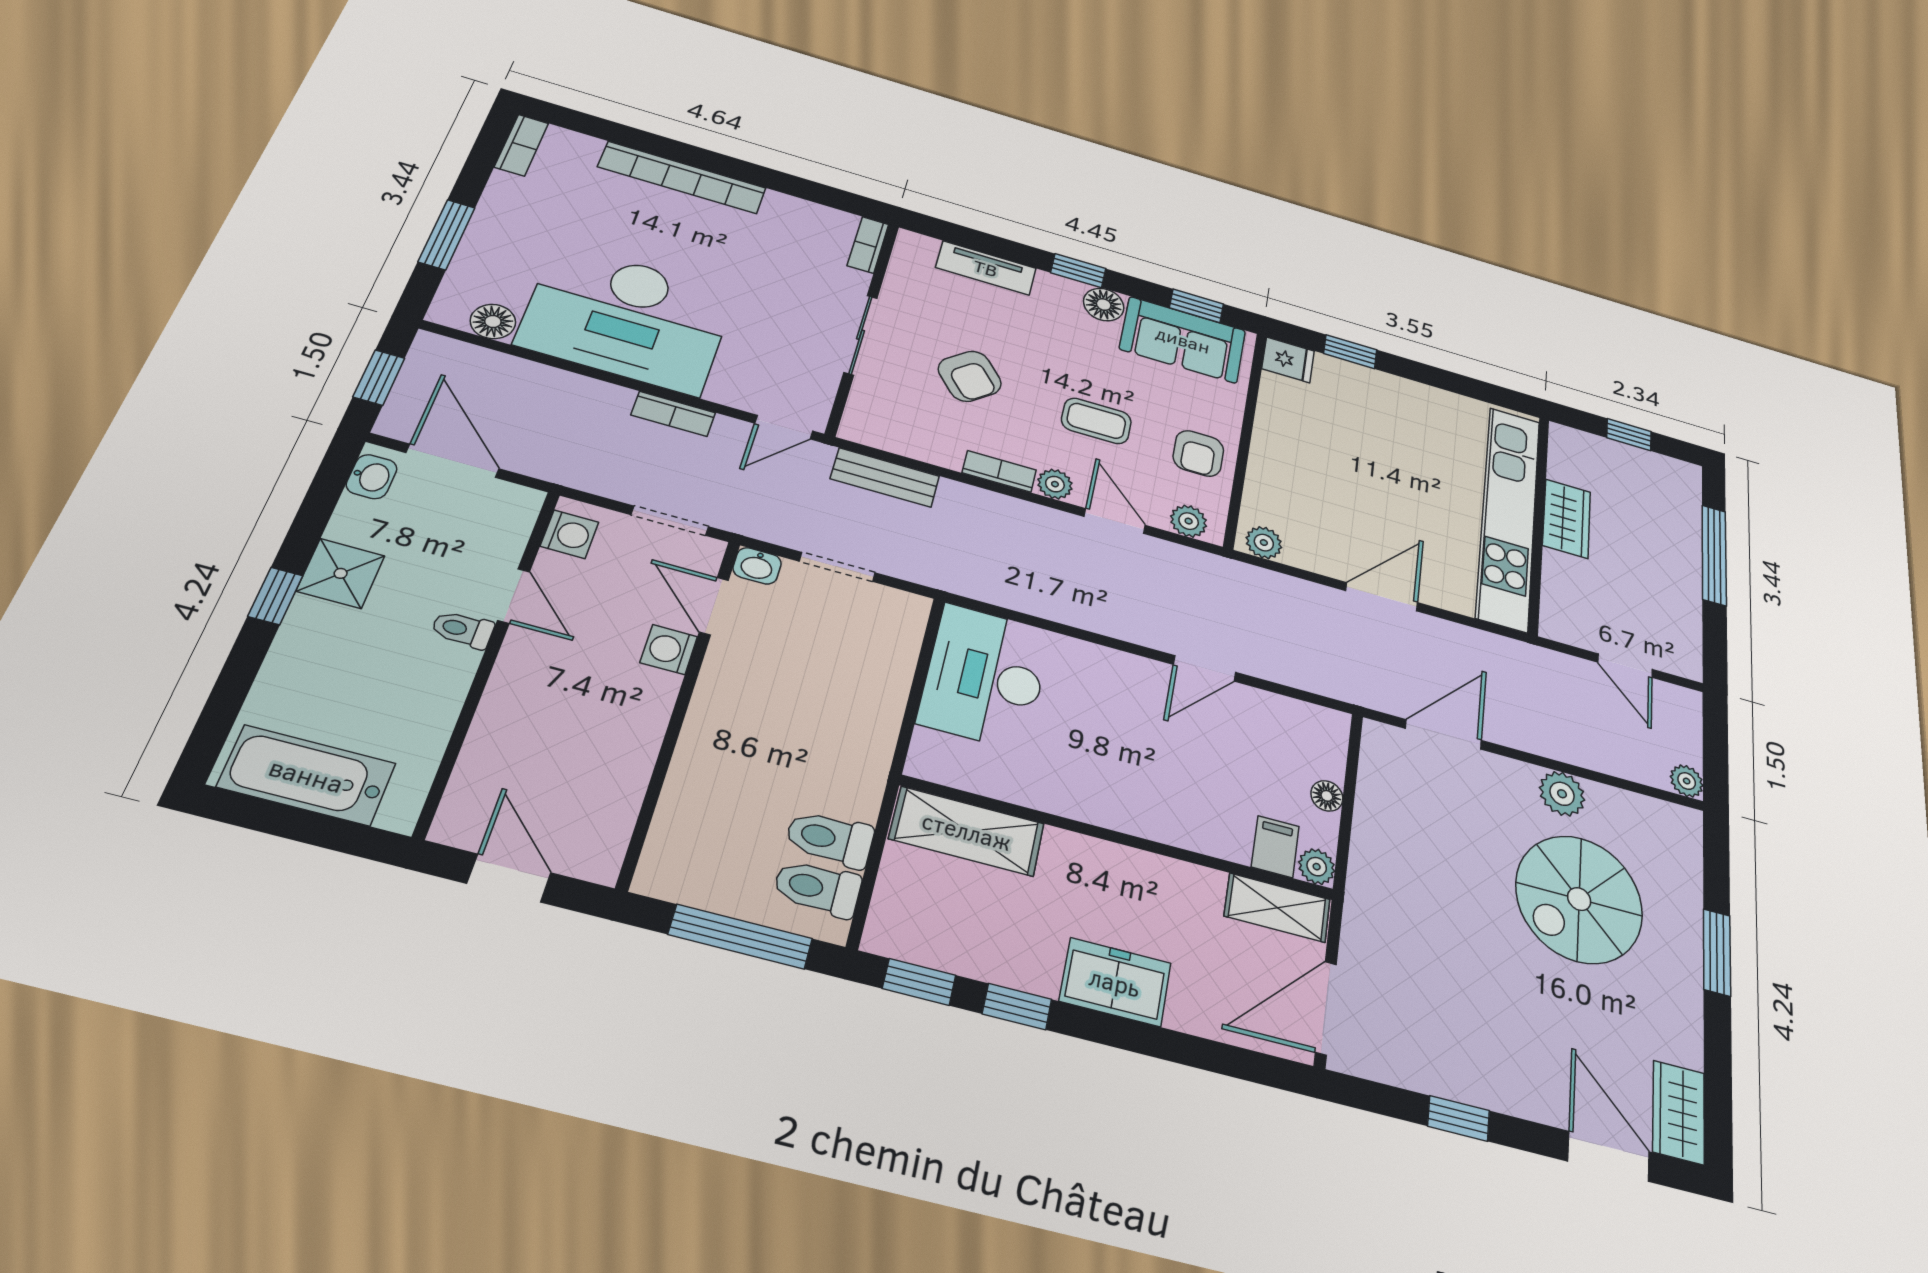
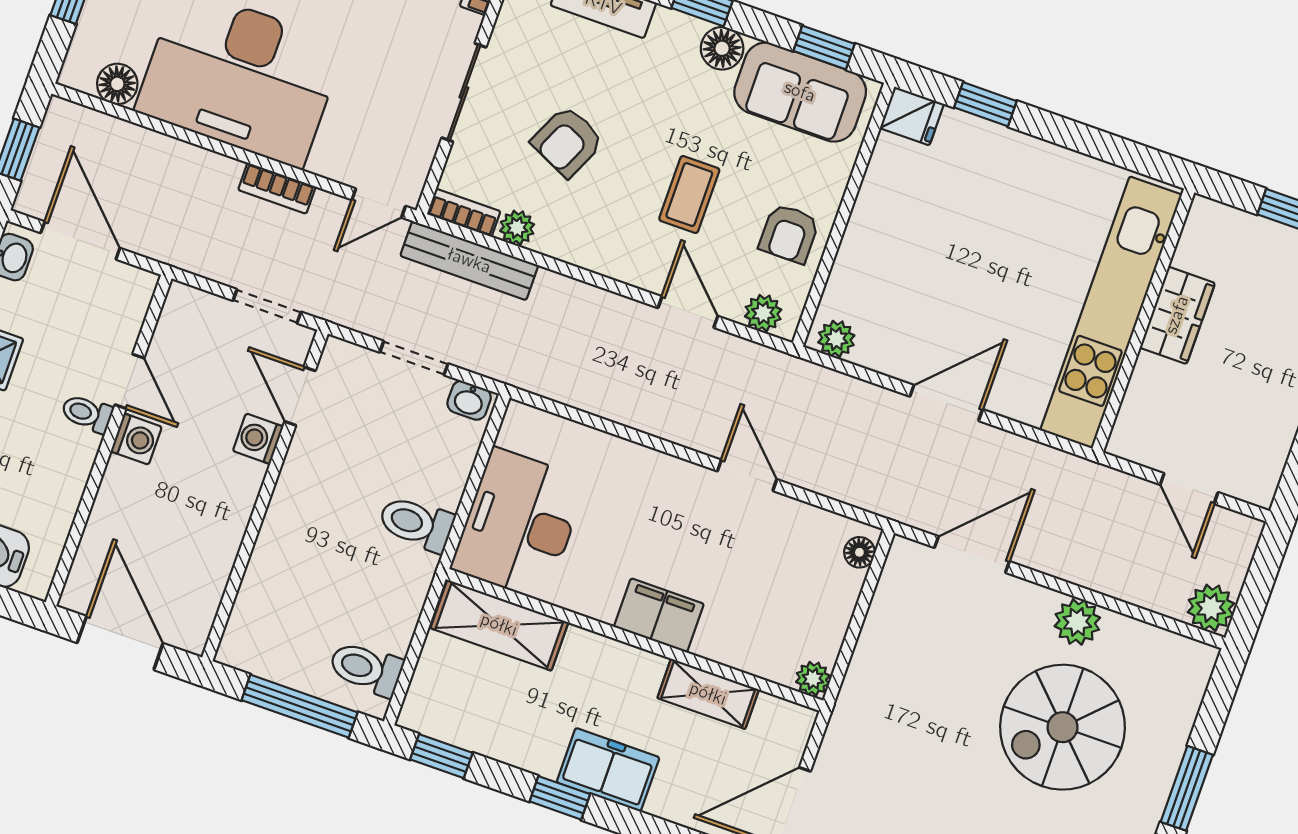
armchair: (970, 376) -> (567, 141), turned 65
coffee table: (1096, 421) -> (689, 195), turned 90
bookcase: (999, 471) -> (464, 213), moved
bench: (885, 477) -> (469, 261), width x1.36
plant: (1055, 484) -> (517, 228), moved
washing machine: (569, 534) -> (136, 439), moved
washbasin: (757, 566) -> (469, 400), moved
door: (1204, 668) -> (747, 475), swing flipped
desk: (985, 677) -> (519, 524), moved
plant: (1687, 781) -> (1211, 608), width x1.38, depth x1.38
floor lamp: (1327, 796) -> (859, 552), moved
toilet: (830, 839) -> (416, 524), moved
filing cabinet: (1275, 847) -> (659, 615), moved, width x2.00
door: (509, 878) -> (120, 643), width x1.38
shelving: (1277, 908) -> (708, 694), moved
window: (1017, 1007) -> (560, 798), moved

